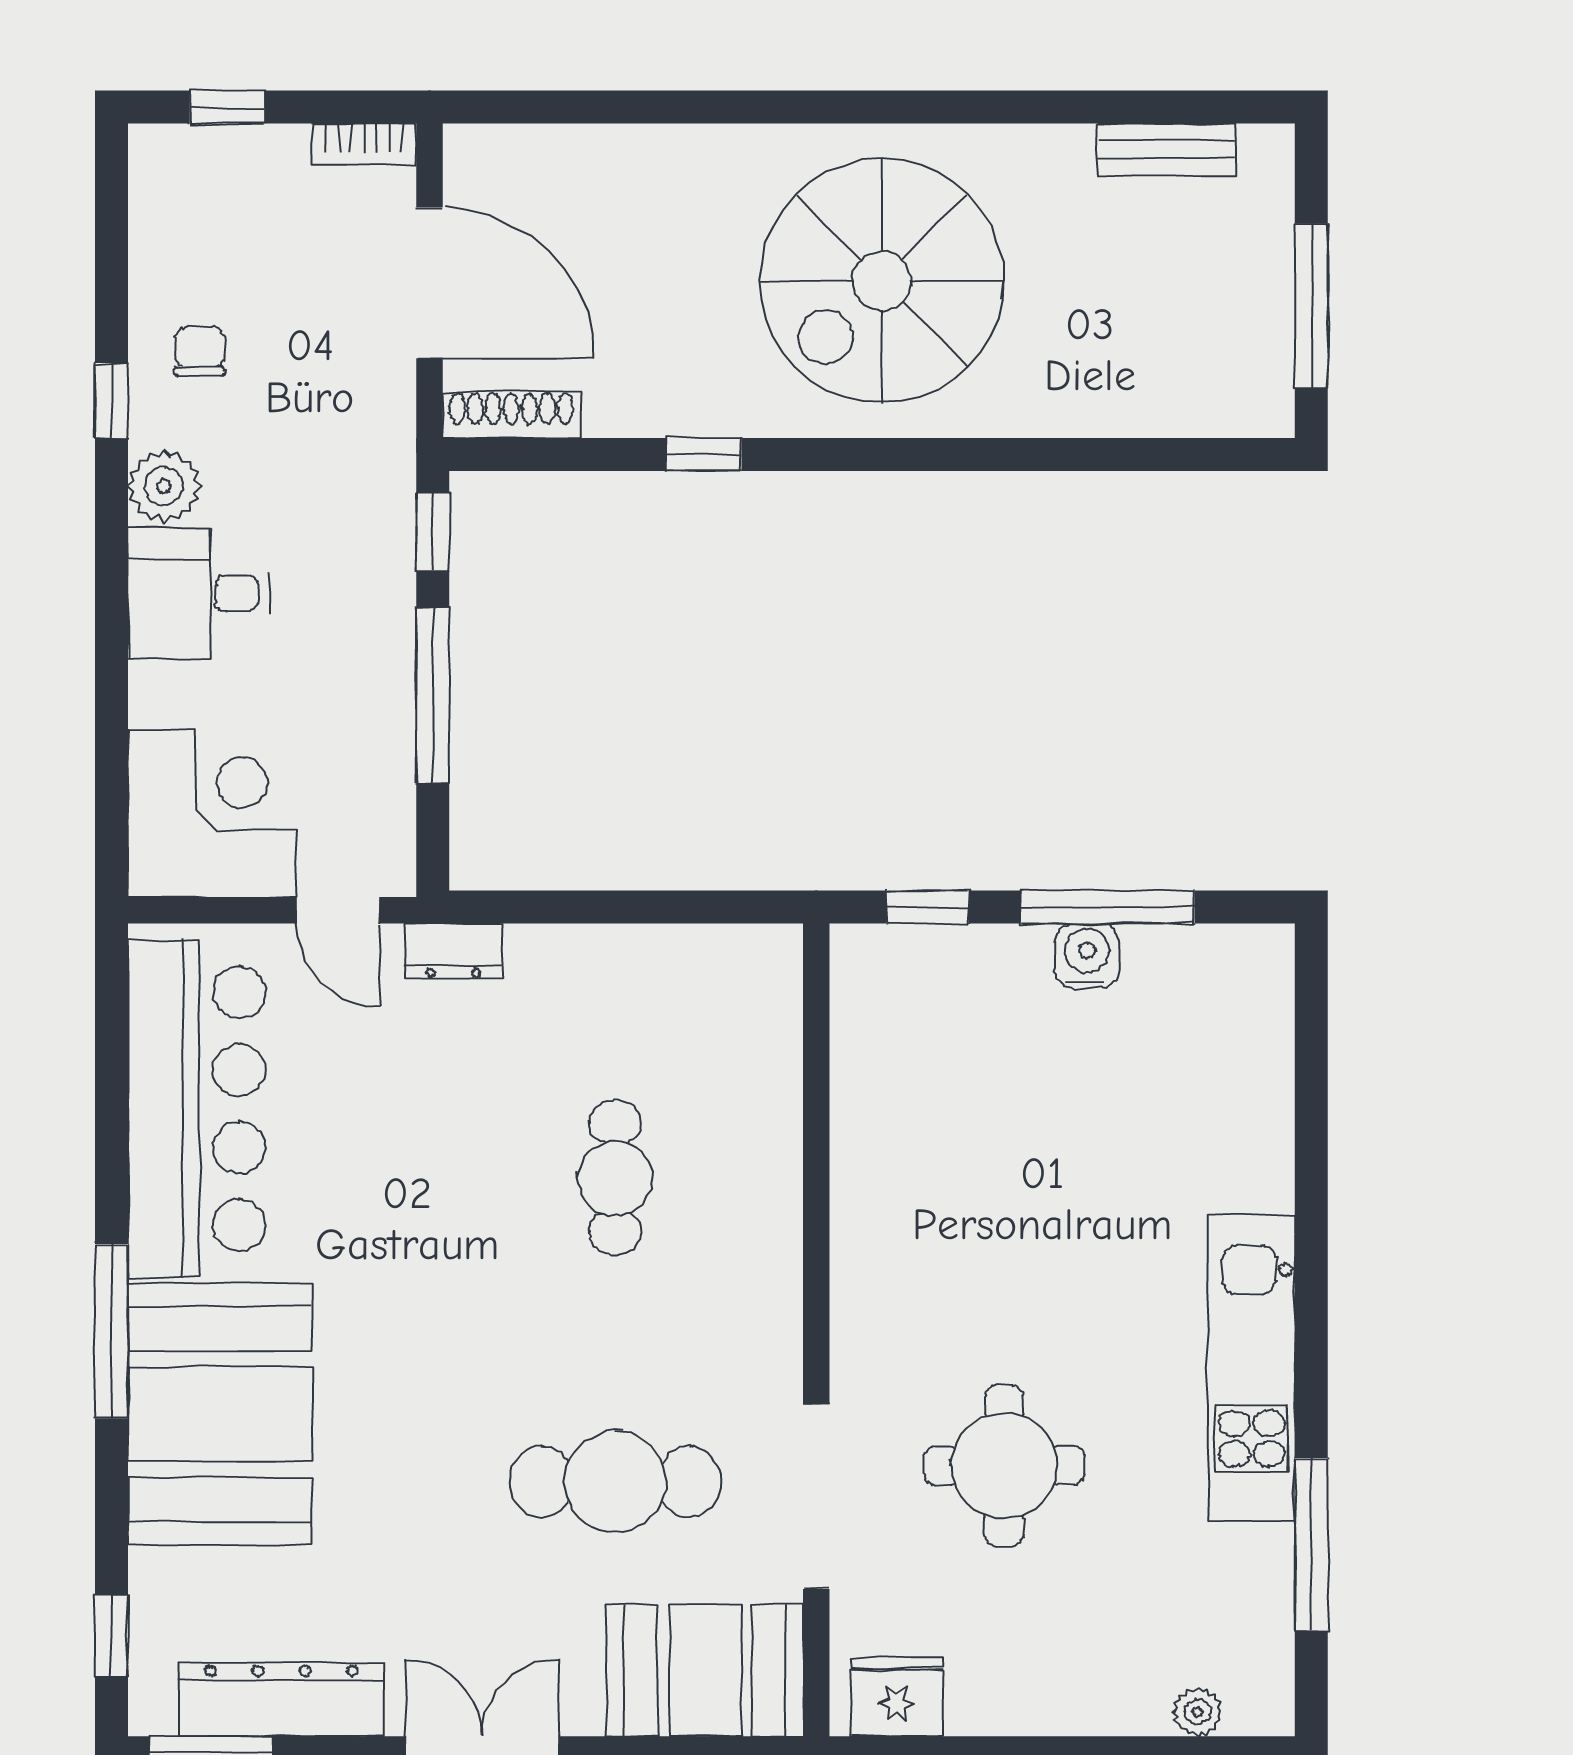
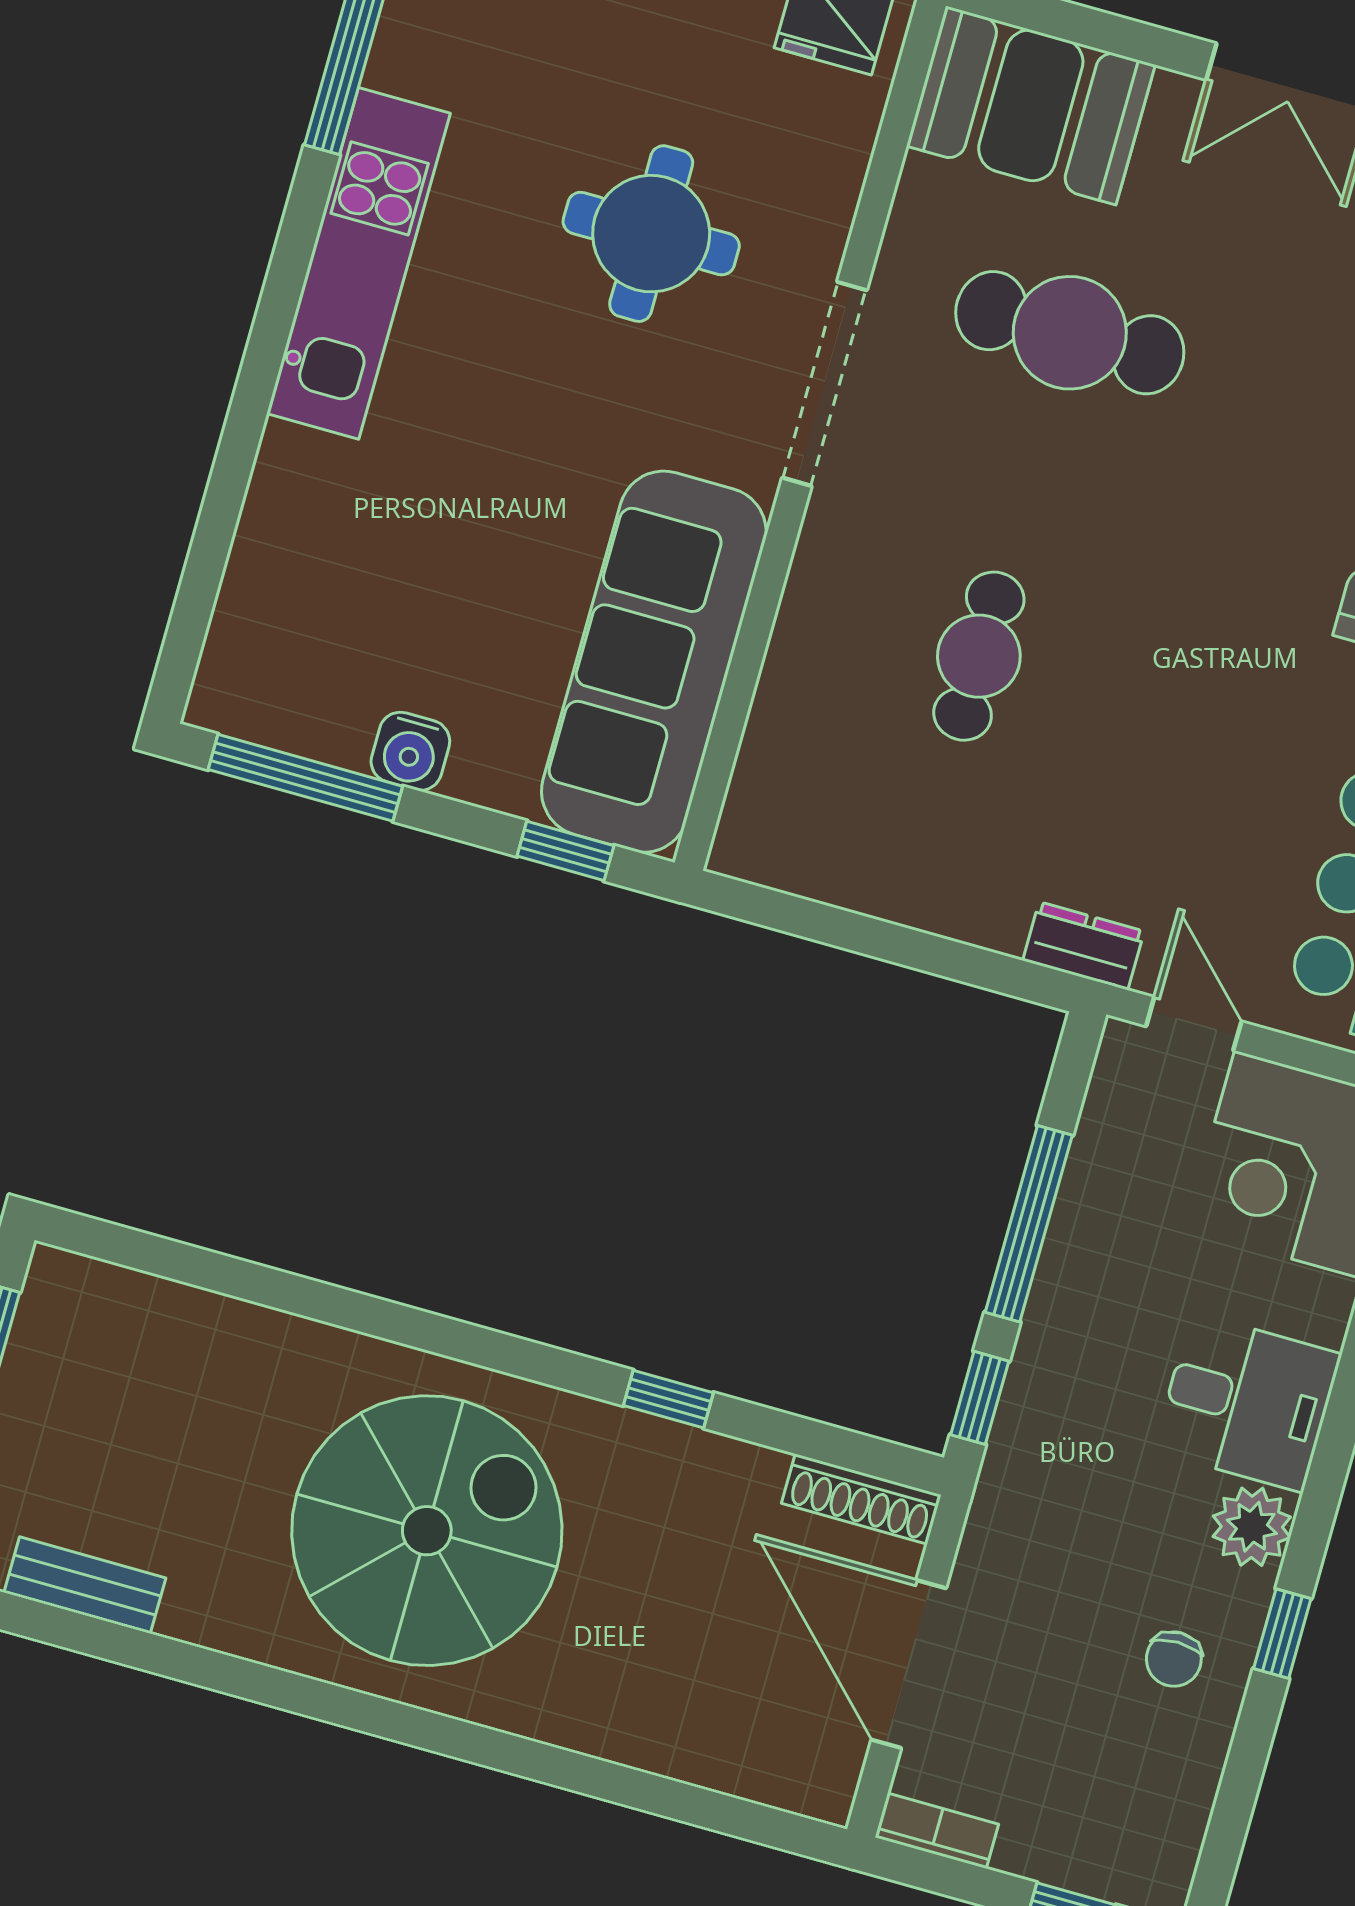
window: (1108, 907) -> (305, 778), moved
sofa: (897, 1093) -> (654, 662), added
doorway: (816, 1497) -> (824, 384), moved

